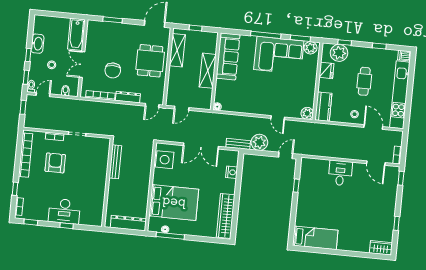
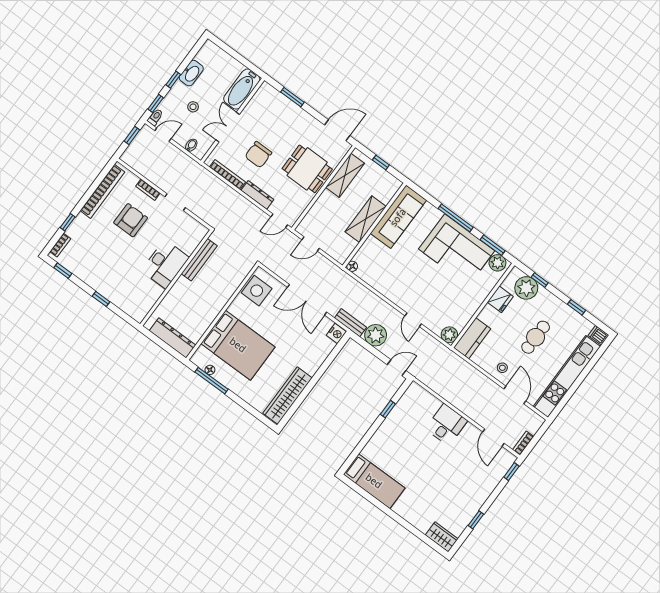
dining table: (150, 61) -> (307, 169), turned 90
nightstand: (232, 172) -> (336, 334), moved
desk: (64, 211) -> (165, 264), moved, turned -90

